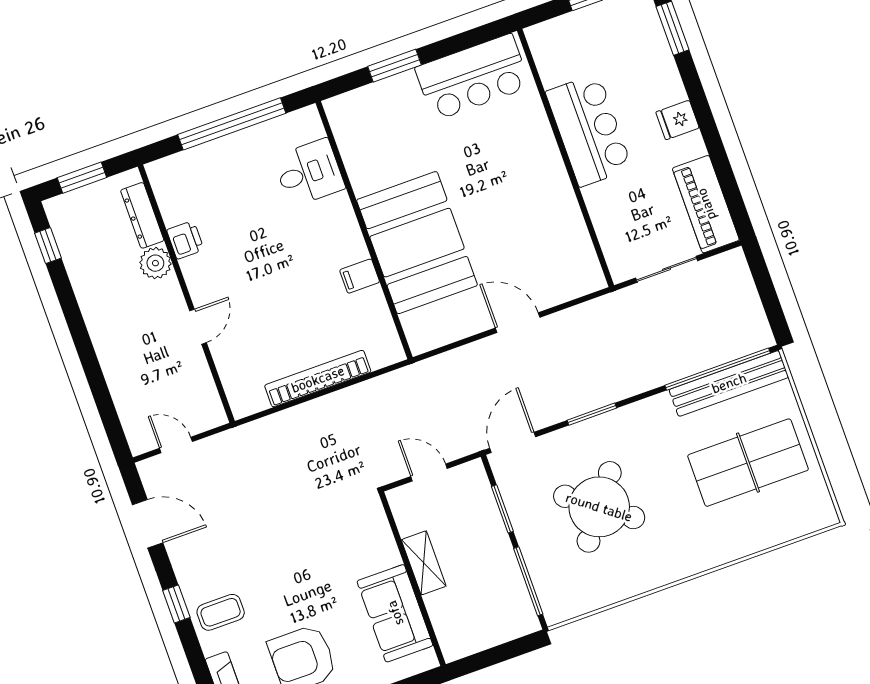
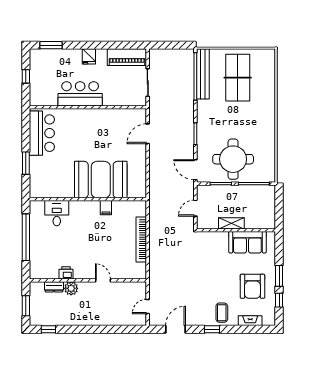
dresser: (142, 215) -> (54, 287), width x0.70
door: (518, 323) -> (148, 134), moved
round table: (599, 507) -> (233, 159), moved, turned -37

